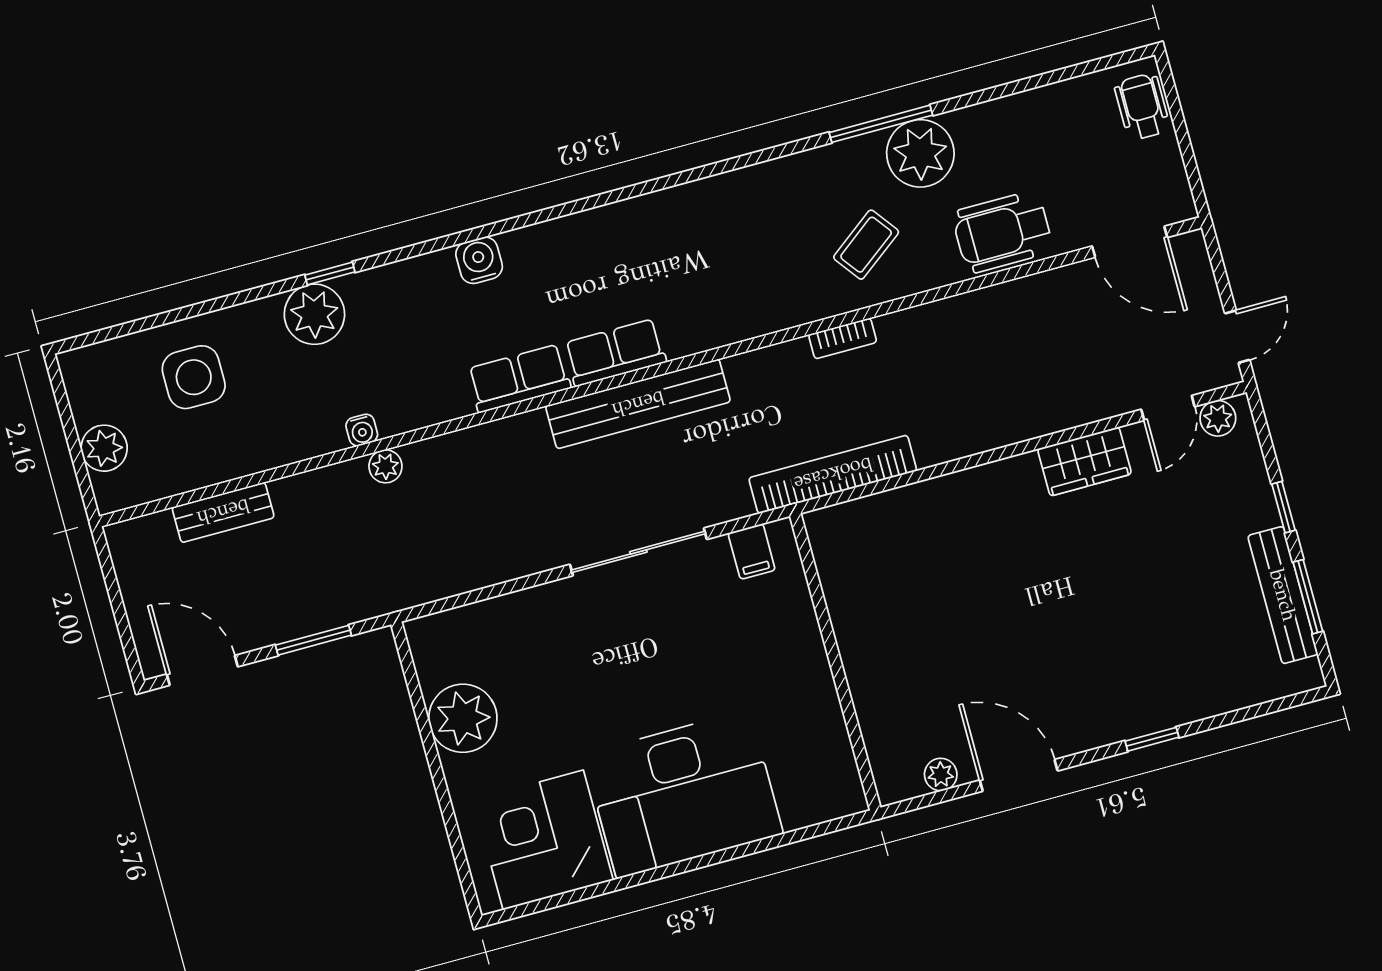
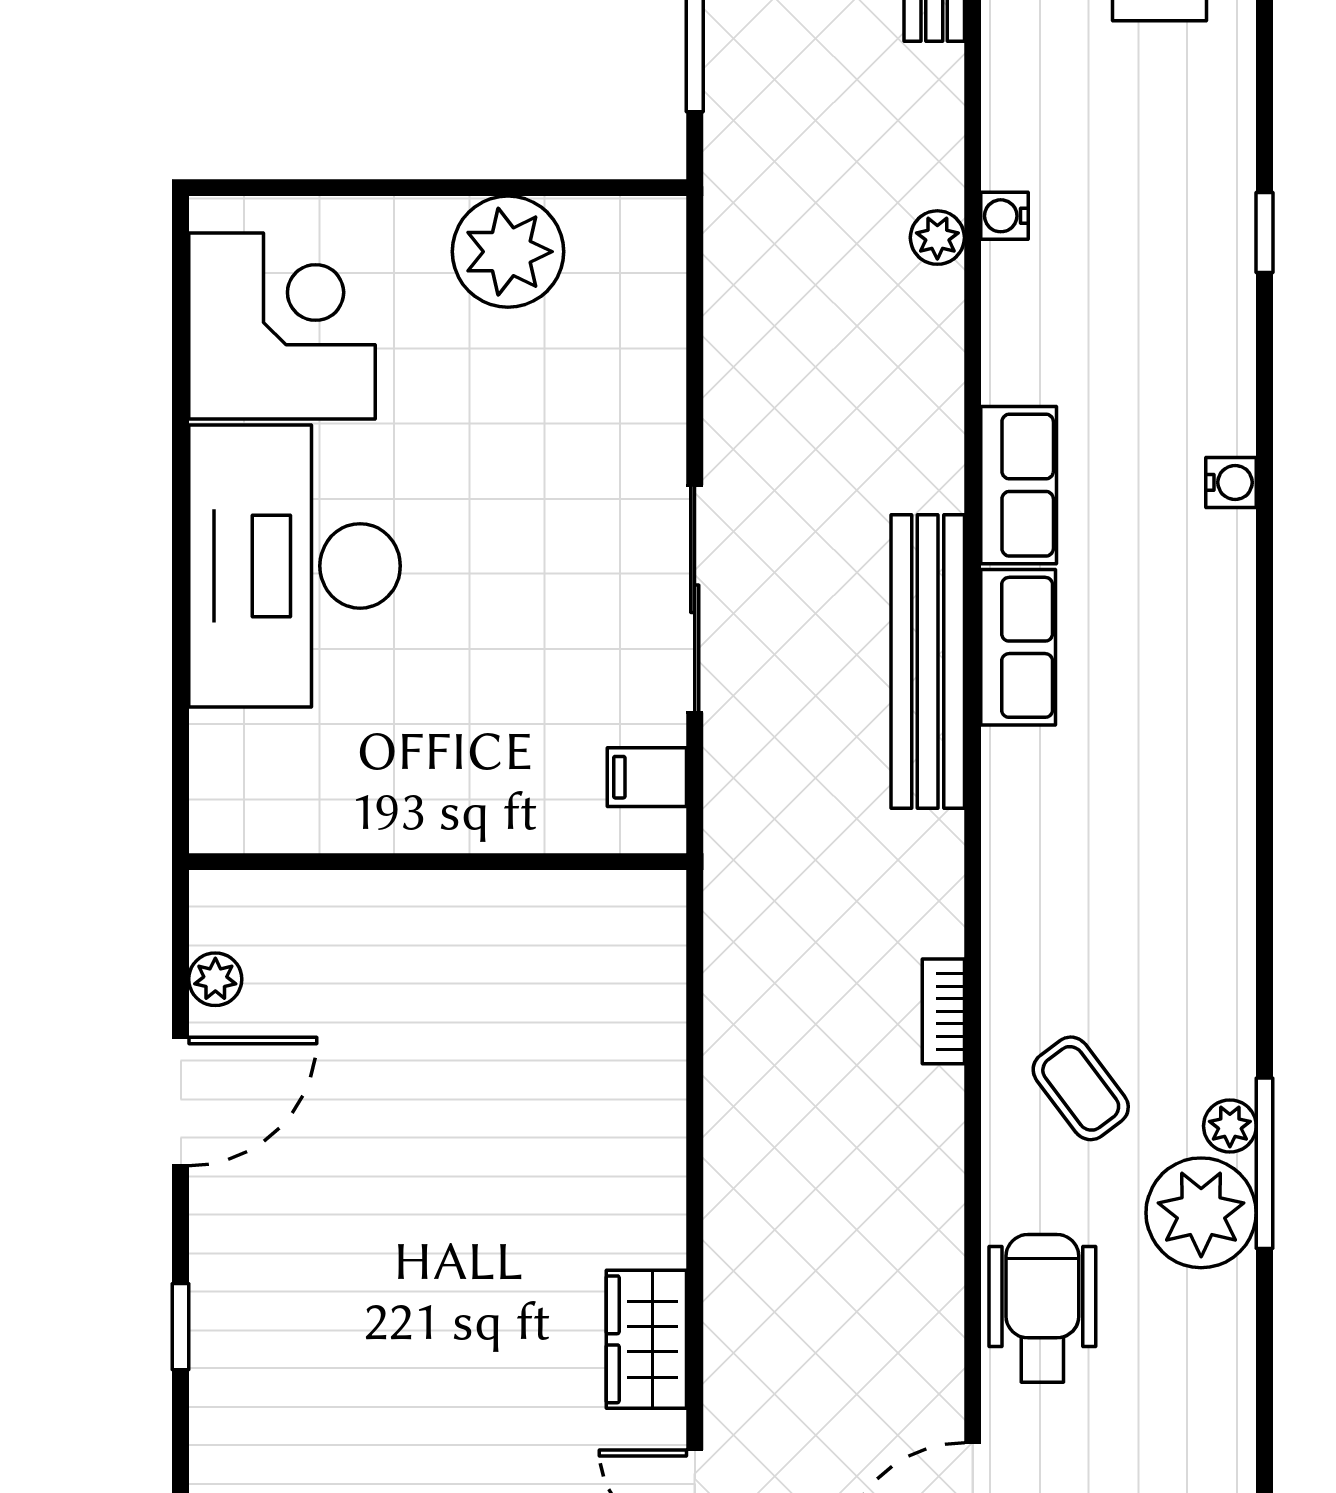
water cooler: (479, 260) -> (1231, 482), width x0.72, depth x0.72
plant: (314, 314) -> (1230, 1126), moved, width x0.53, depth x0.53
bookcase: (833, 474) -> (733, 938), removed

